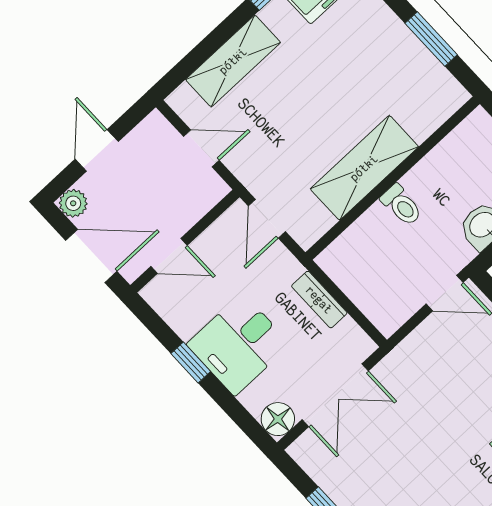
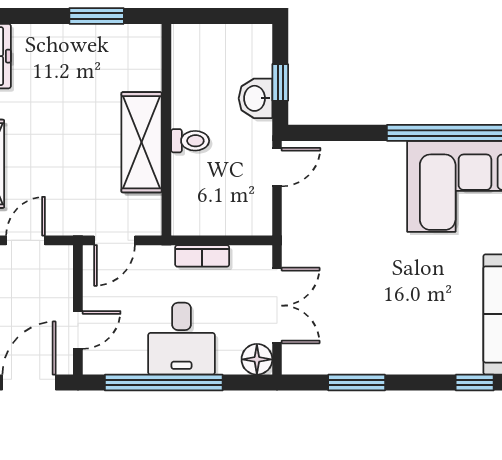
door: (267, 219) -> (114, 240), hinge flipped
window: (191, 363) -> (164, 383), width x3.17

